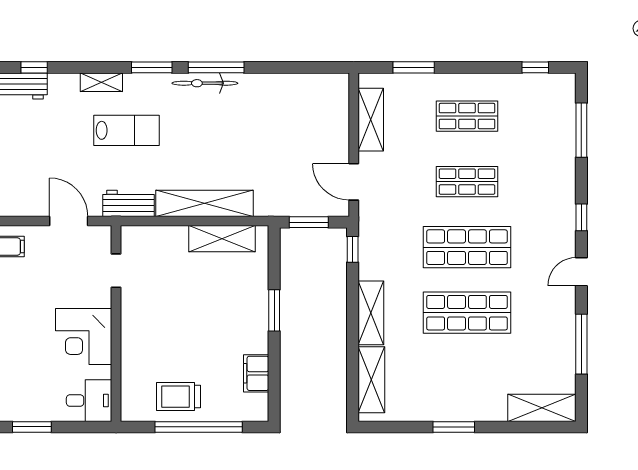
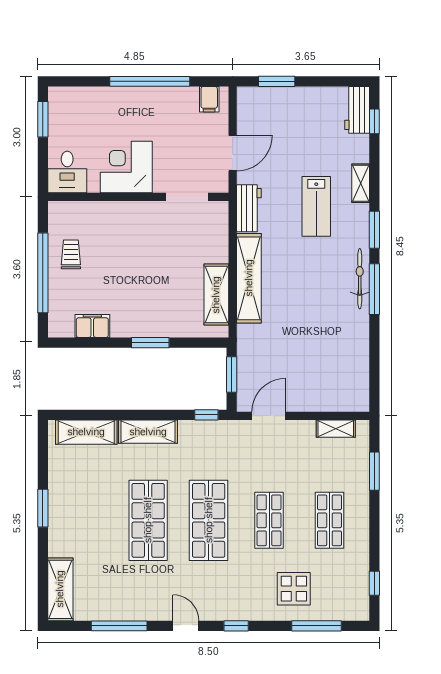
shelving: (371, 120) -> (336, 429), width x0.67, depth x0.75
display table: (541, 155) -> (294, 589), added
doorway: (116, 271) -> (187, 197), width x1.38
trolley: (179, 397) -> (71, 254), width x0.73, depth x0.72

